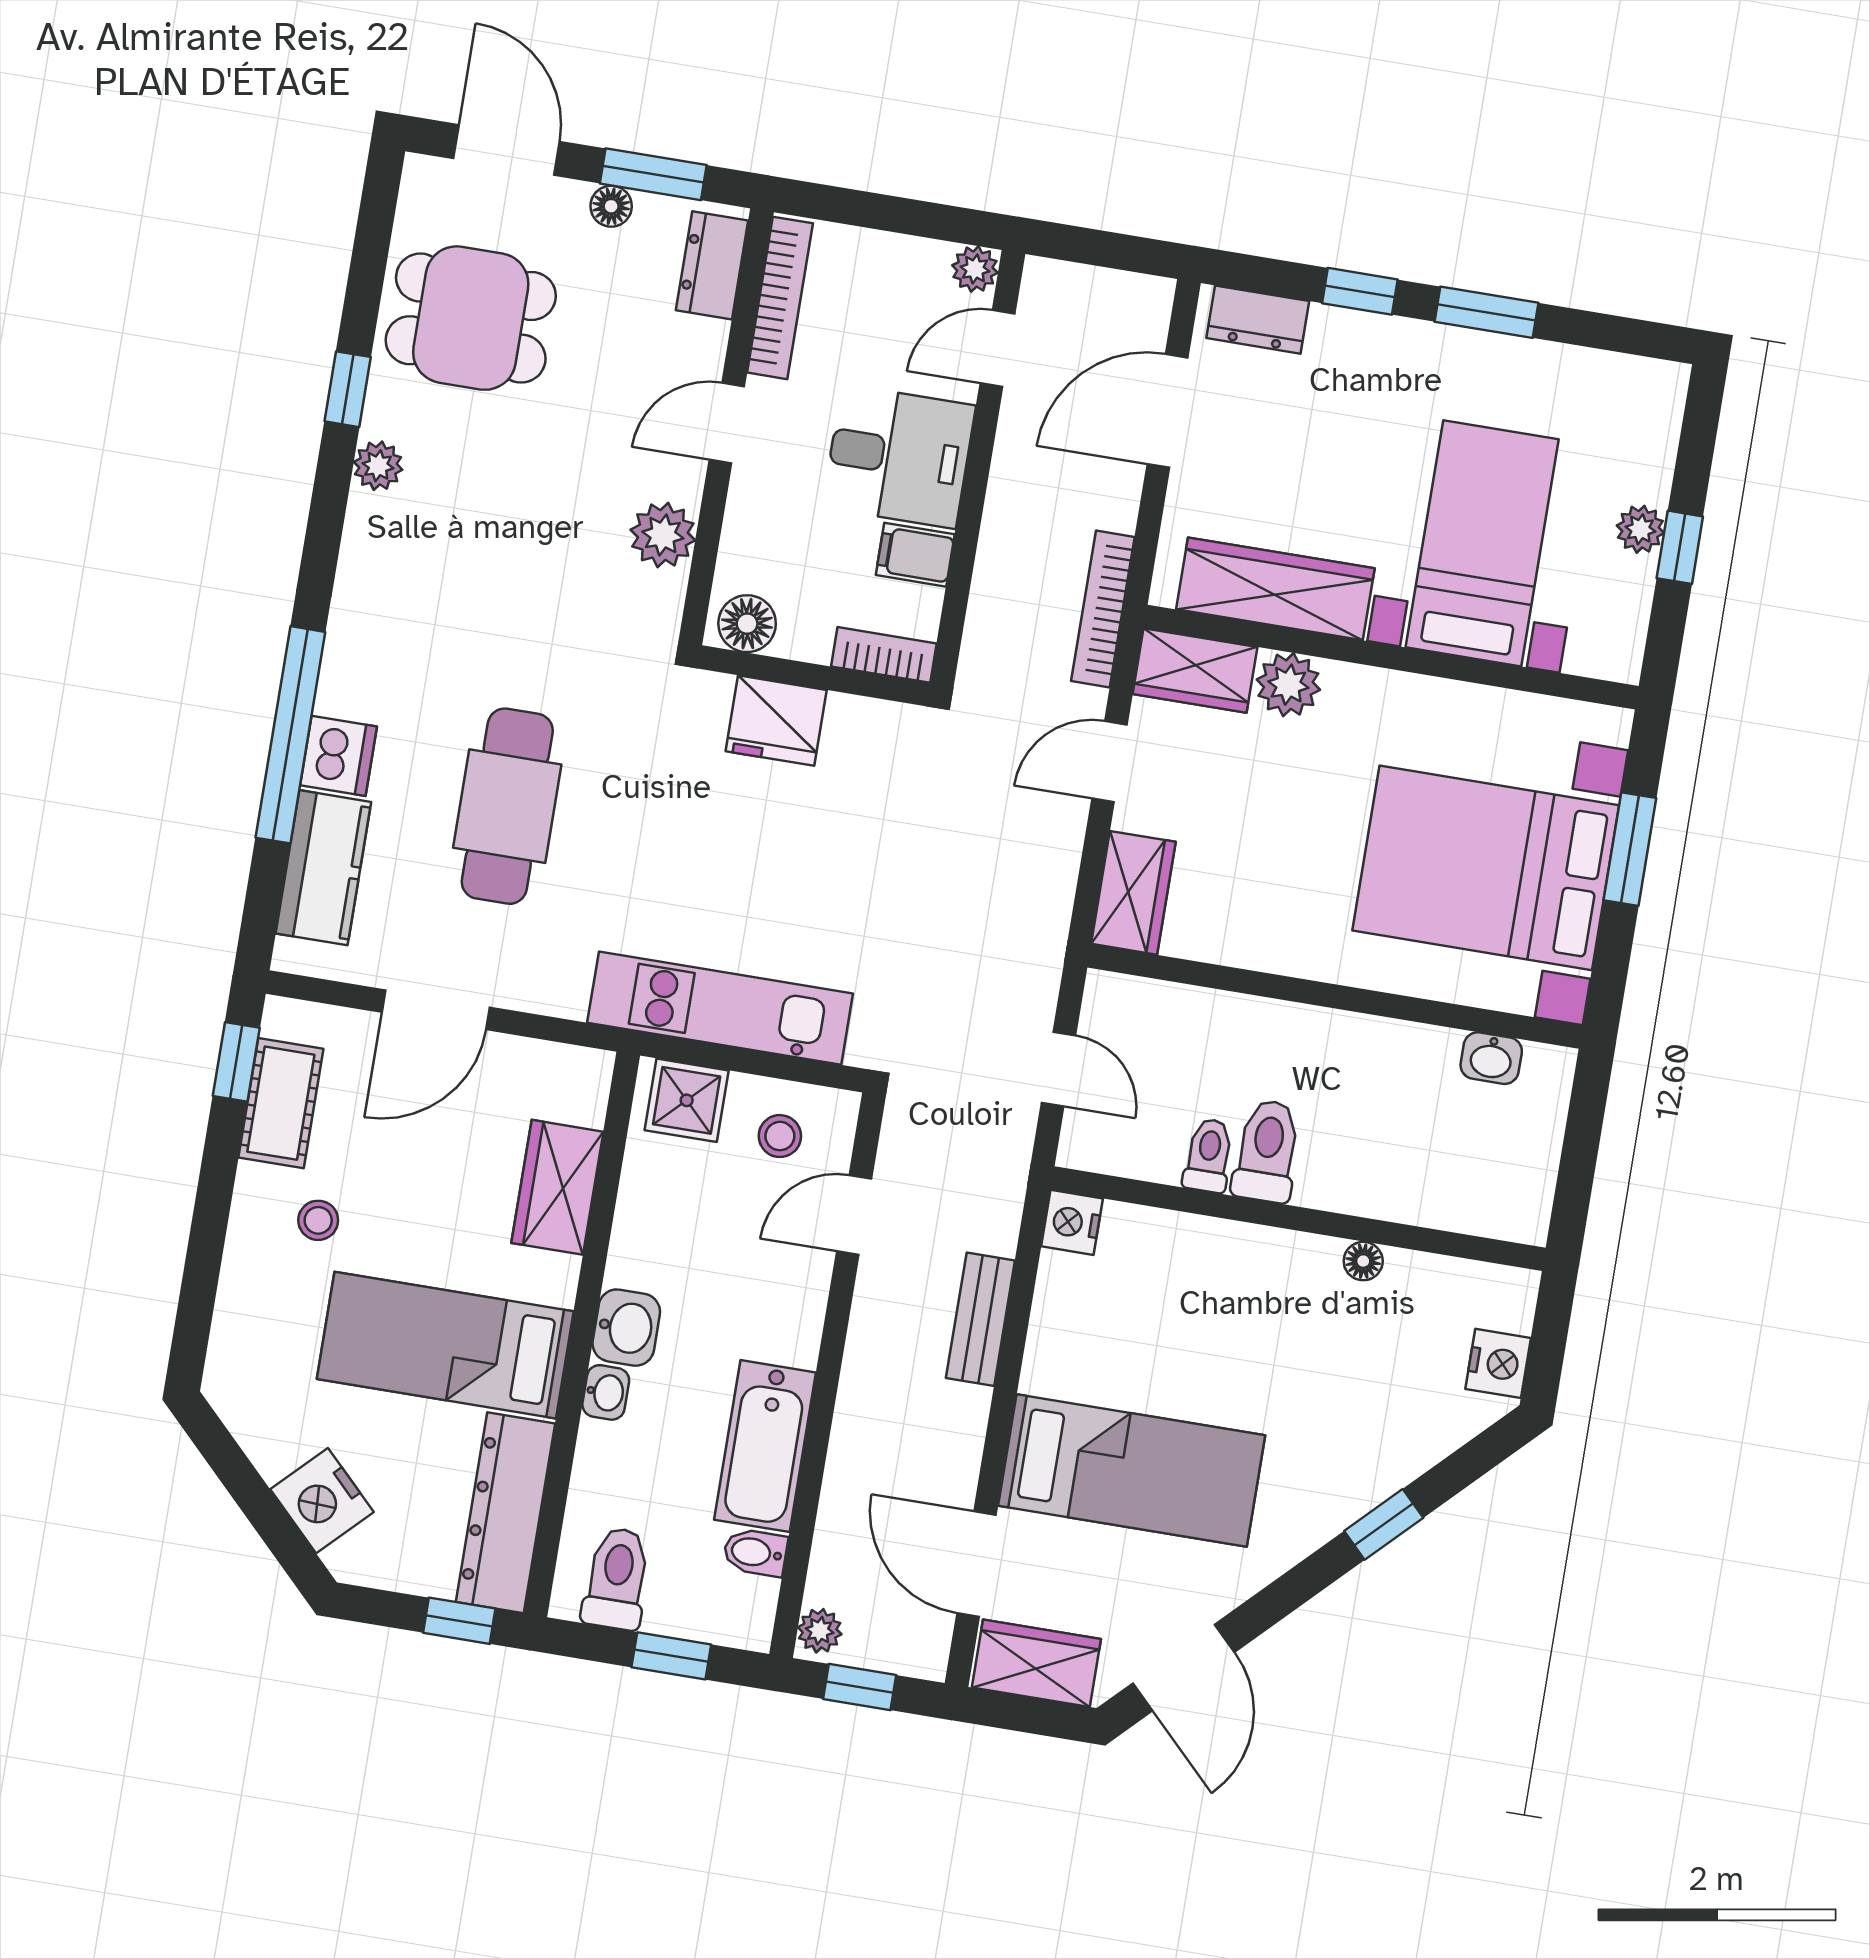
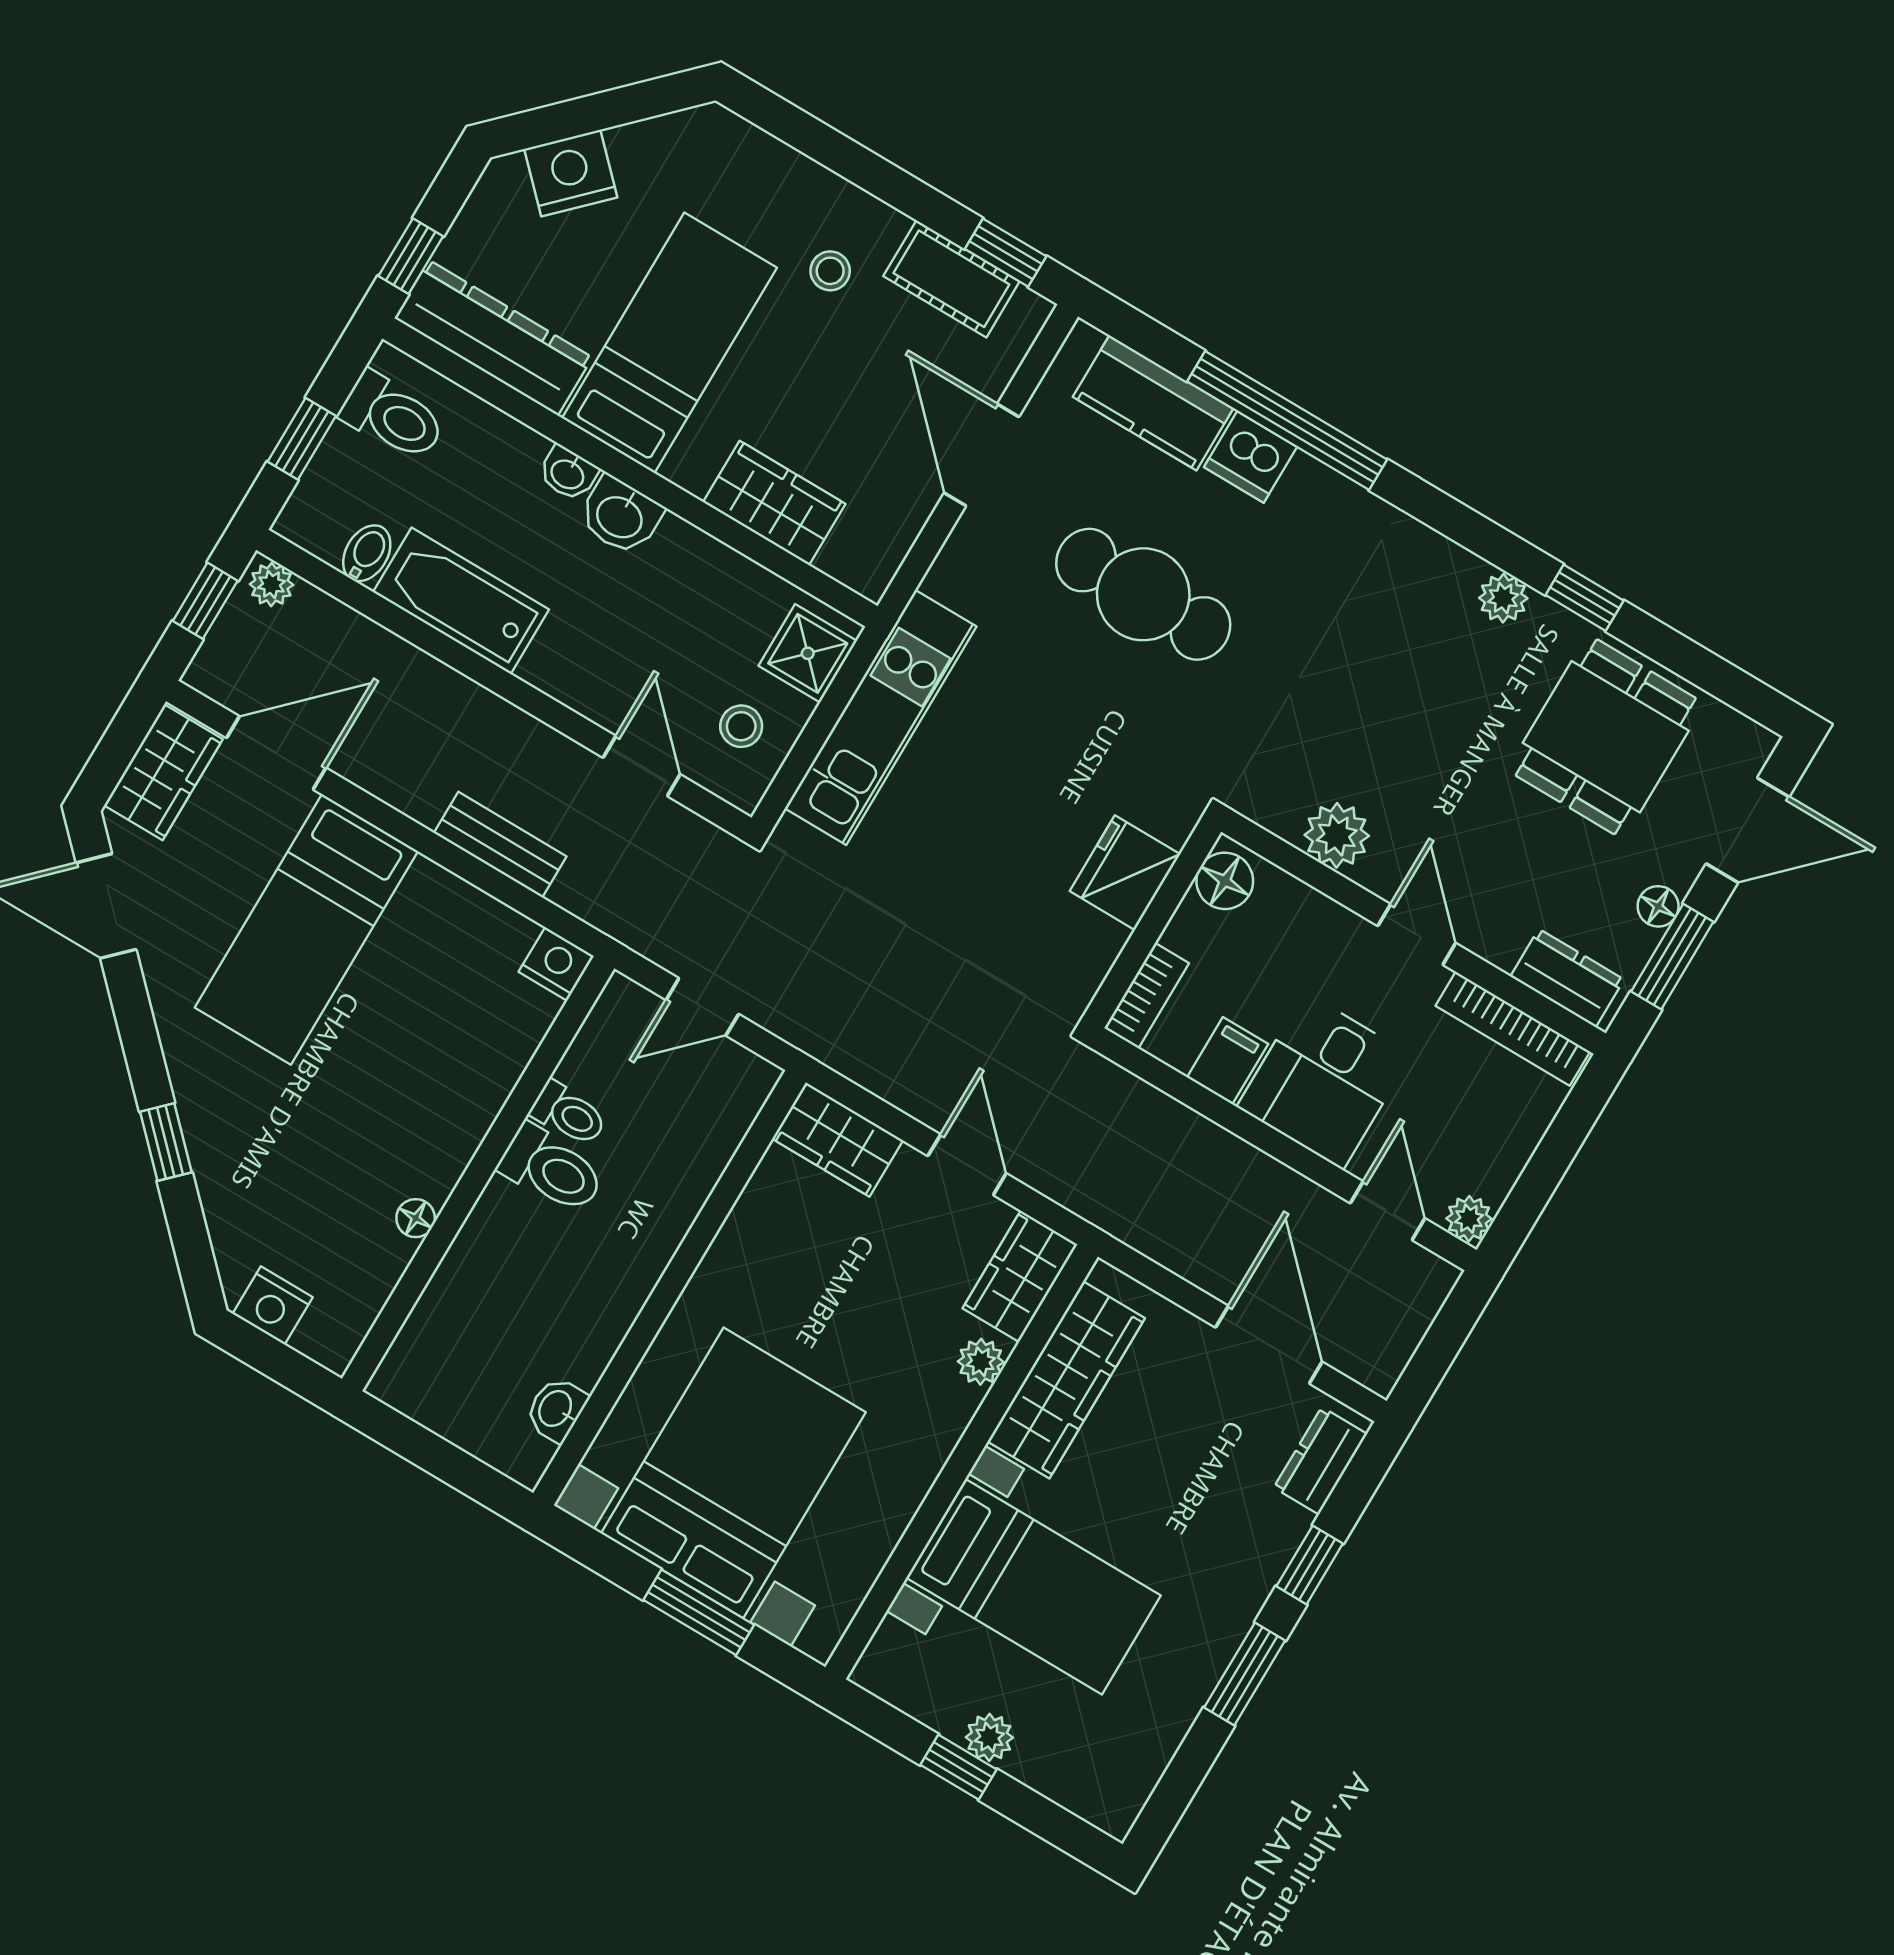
bookcase: (1103, 609) -> (1110, 1214), removed
plant: (1288, 685) -> (981, 1362), width x0.73, depth x0.73

